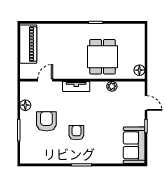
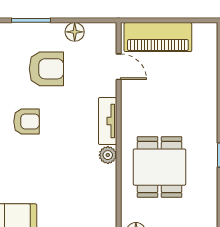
piano: (28, 44) -> (158, 37), moved
dining table: (103, 57) -> (160, 167), turned 90
plant: (112, 86) -> (108, 155), moved

